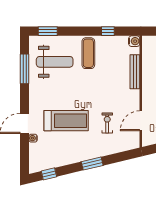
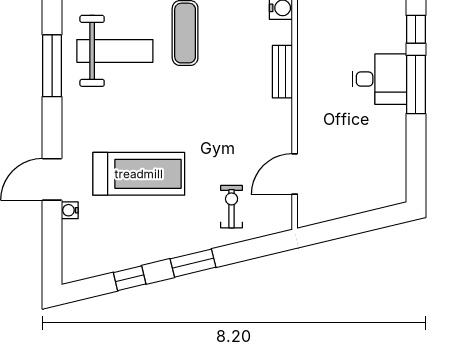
bench: (135, 72) -> (282, 72), width x0.73
exercise bike: (107, 123) -> (232, 207), moved
window: (49, 174) -> (130, 278), moved

